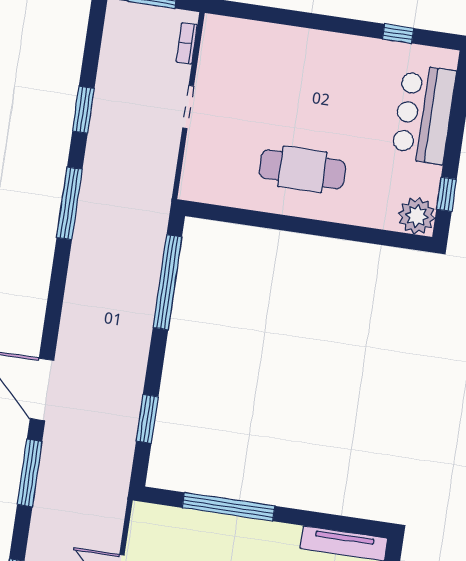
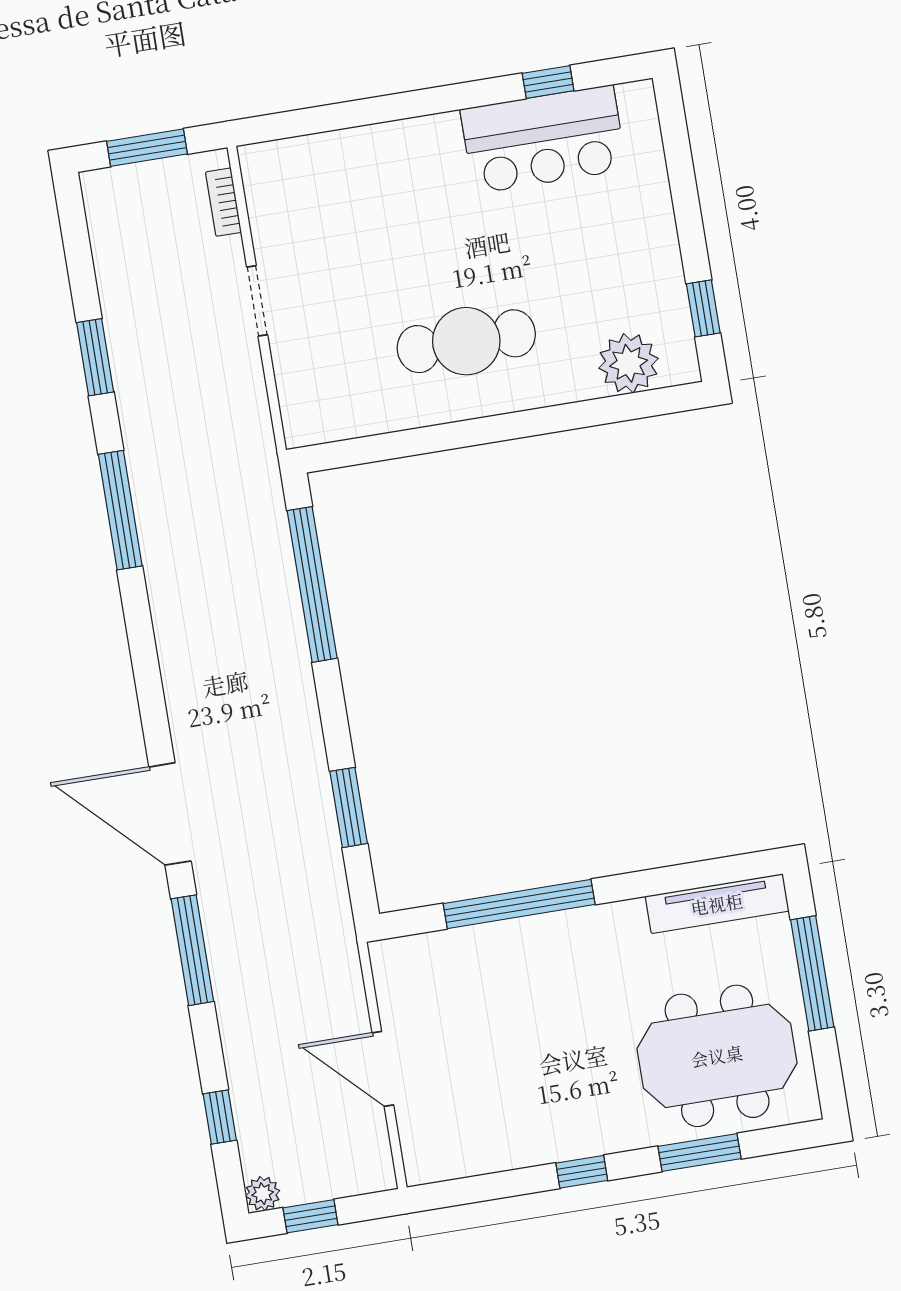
bar counter: (424, 114) -> (543, 139), moved, turned -90
plant: (417, 216) -> (629, 363), moved

